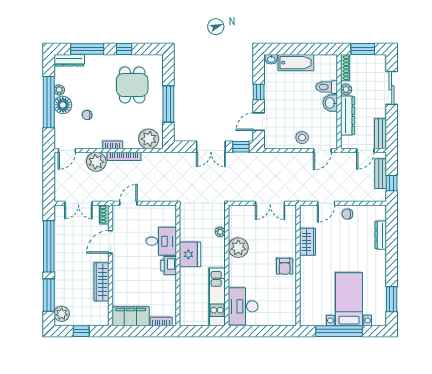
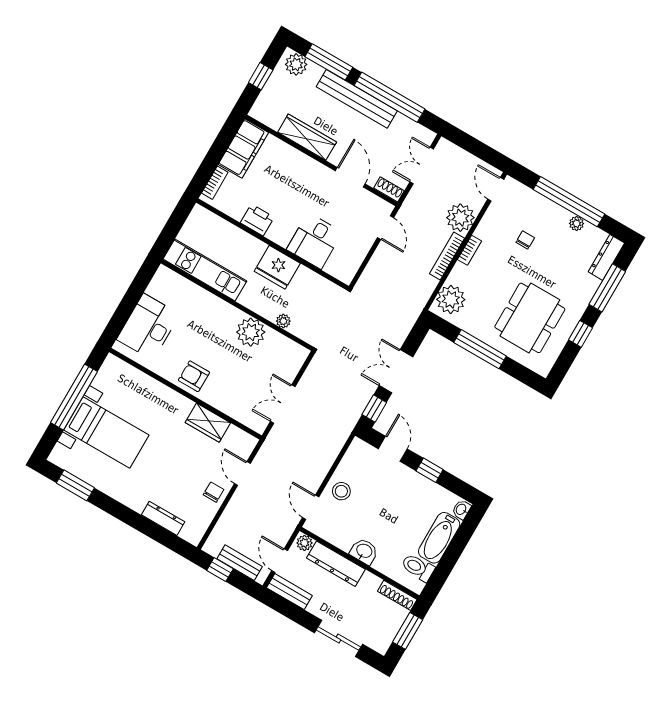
dining table: (132, 85) -> (530, 318), width x1.38
toilet: (327, 87) -> (418, 567), moved, turned -90
plant: (346, 89) -> (304, 543), moved
floor lamp: (63, 105) -> (555, 217), removed
bench: (61, 265) -> (357, 99), added
printer: (169, 266) -> (257, 220), moved
desk: (243, 306) -> (148, 327), moved, turned -90

